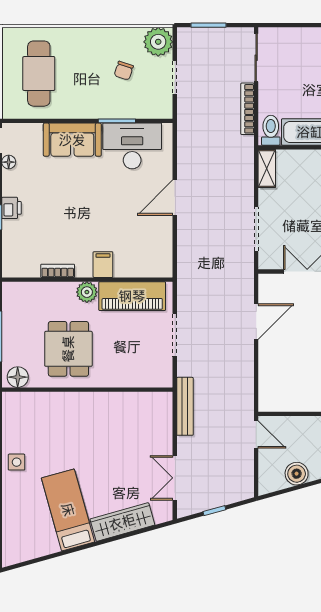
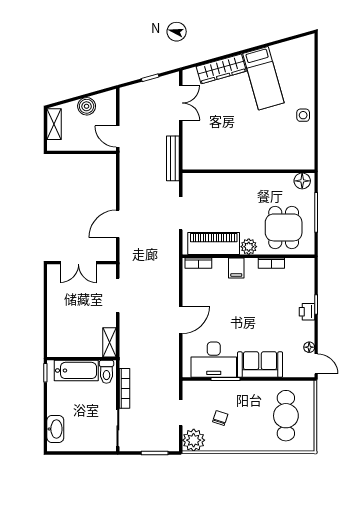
bookcase: (152, 271) -> (198, 263), added
dining table: (68, 349) -> (284, 227), moved

